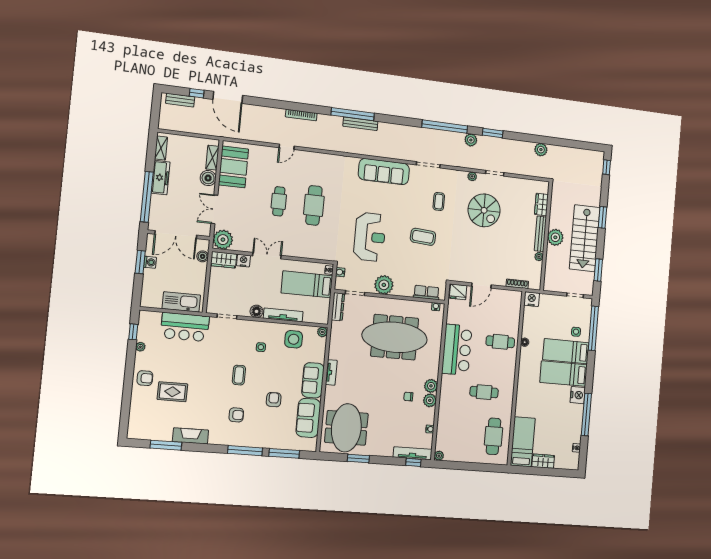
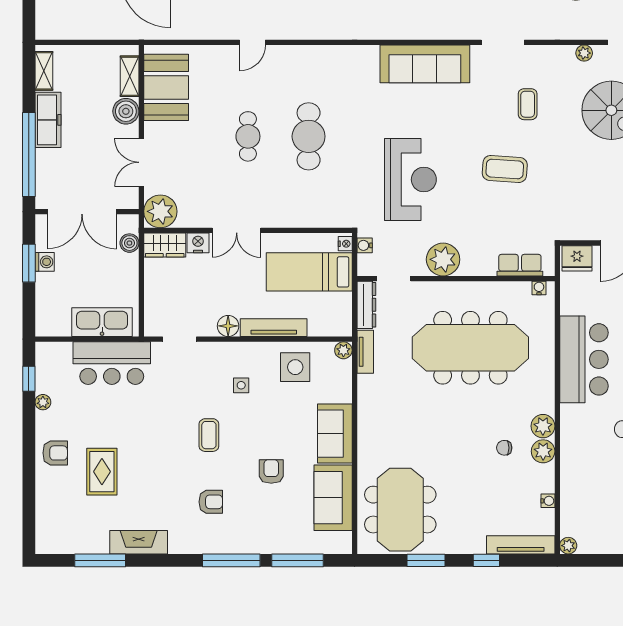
double door: (267, 256) -> (237, 230), swing flipped
tv unit: (331, 372) -> (365, 352), moved
rug: (172, 392) -> (102, 472), turned 90
window: (413, 462) -> (486, 560), moved

